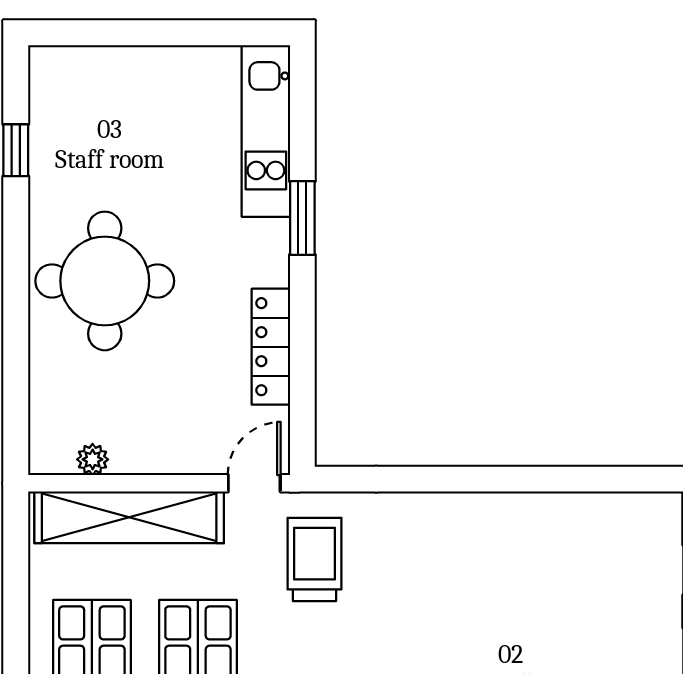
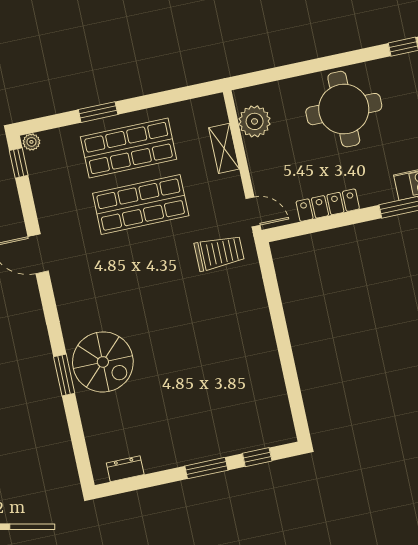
plant: (93, 459) -> (255, 121), width x1.87, depth x1.87
shelving: (129, 517) -> (224, 148), width x0.45, depth x0.75

